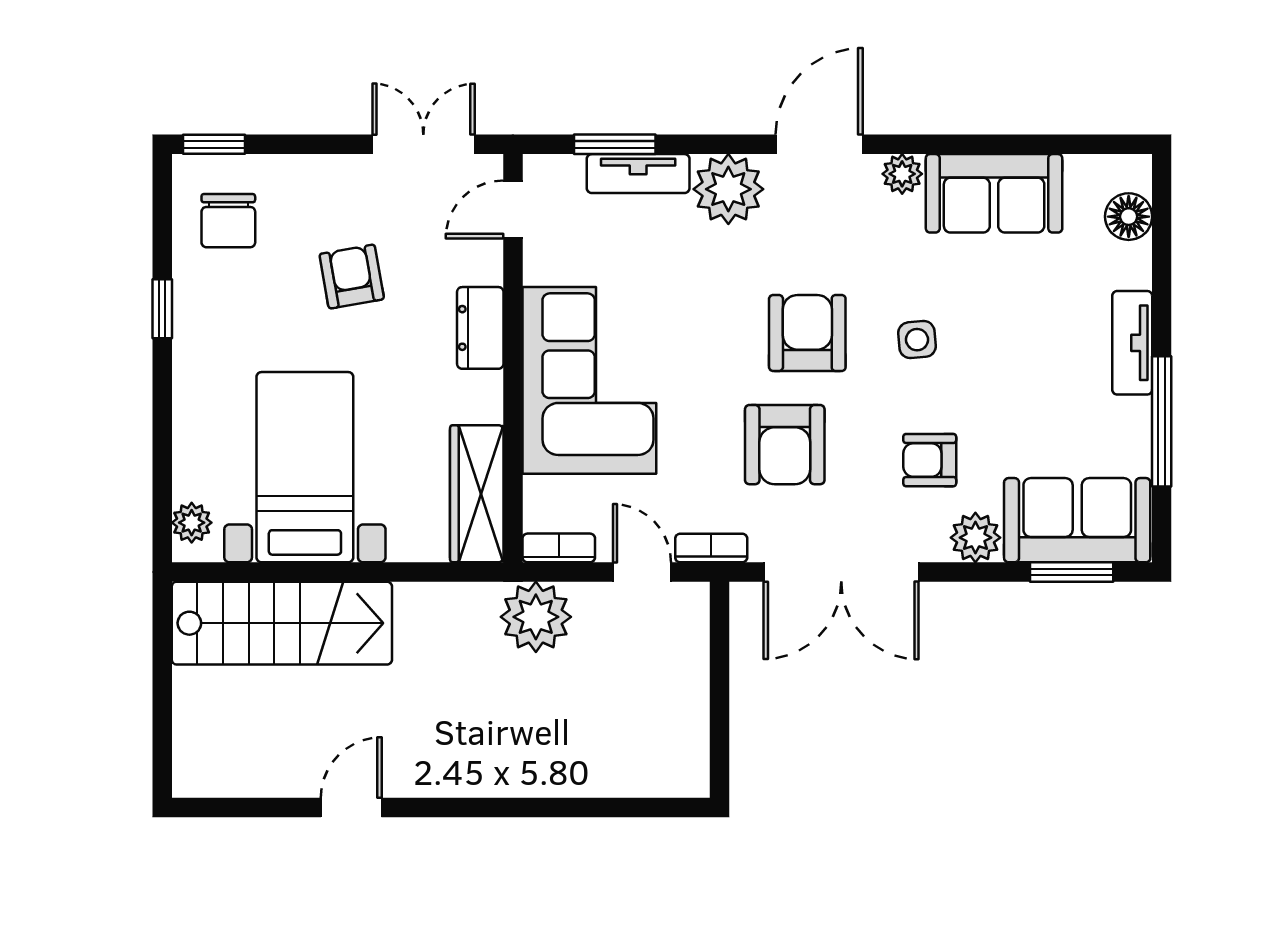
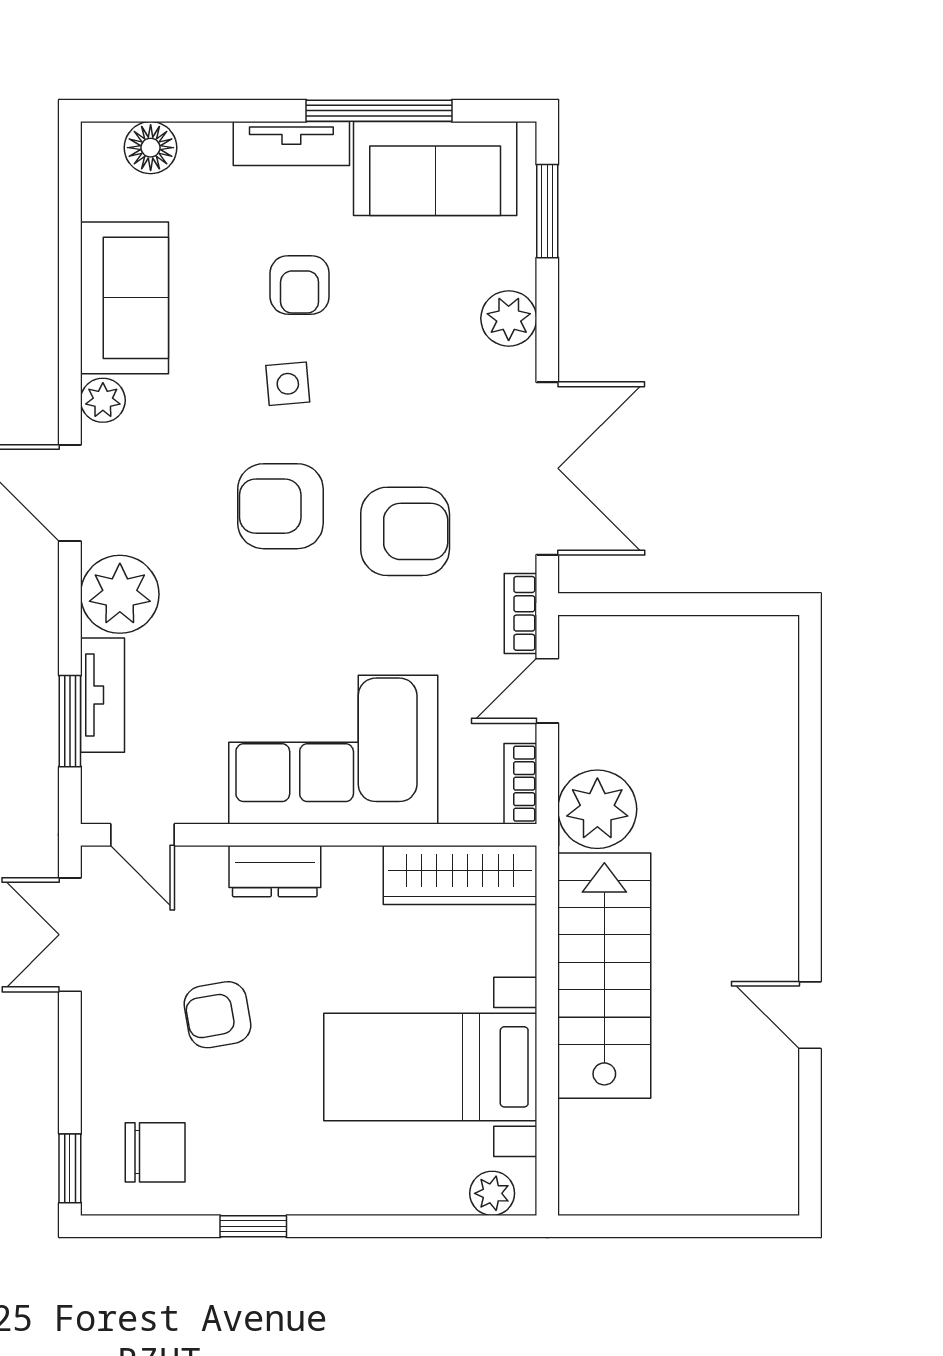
armchair: (930, 460) -> (300, 285), moved
sofa: (1077, 520) -> (435, 169), moved, turned -90
stairs: (282, 623) -> (604, 976), moved

